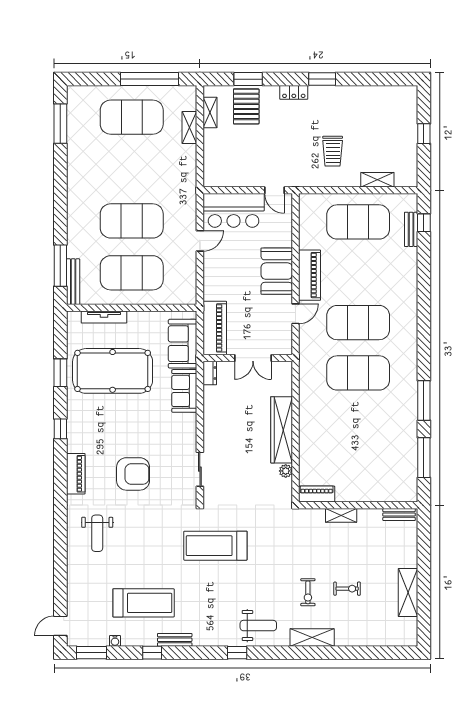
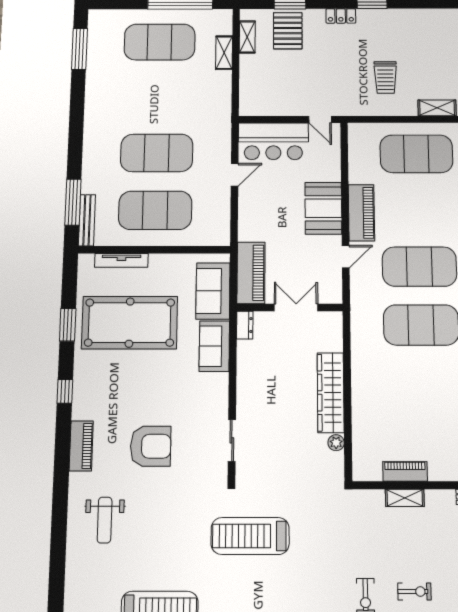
double door: (253, 358) -> (296, 307), swing flipped
piano: (317, 494) -> (405, 471), moved

